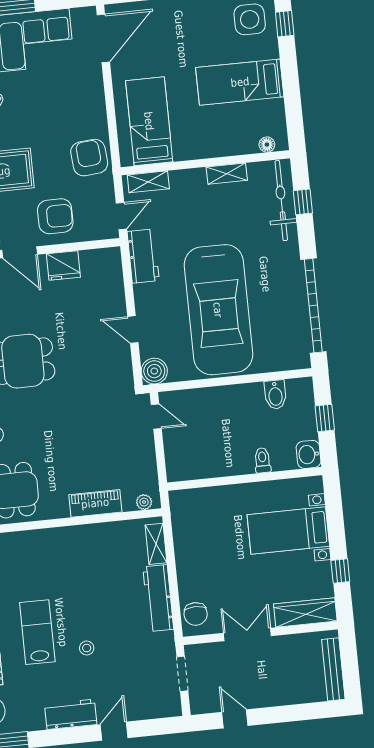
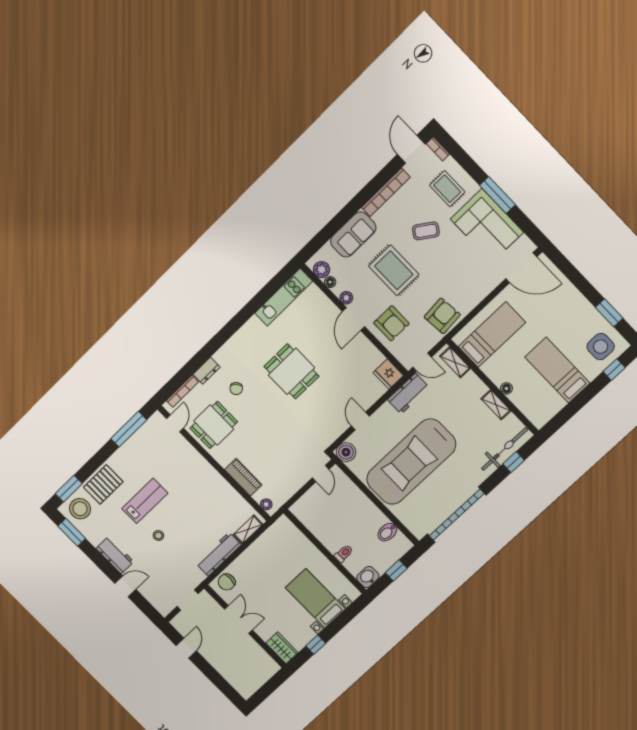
floor lamp: (267, 145) -> (506, 388), moved
fridge: (63, 266) -> (388, 374), moved
wardrobe: (305, 612) -> (282, 648), width x0.67
bench: (333, 669) -> (258, 682), removed

